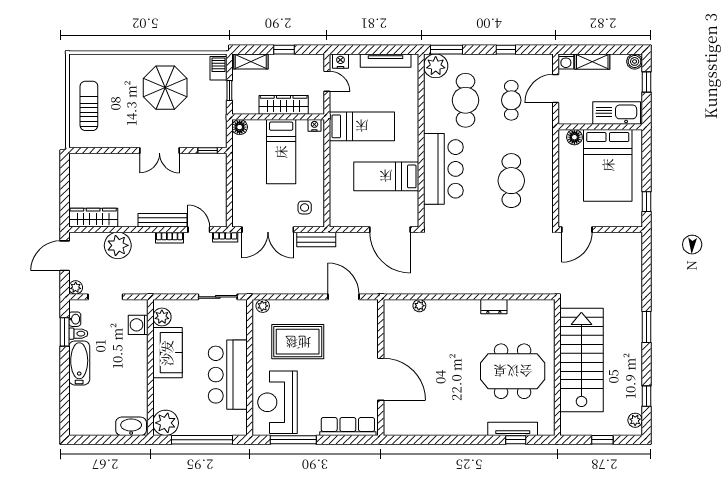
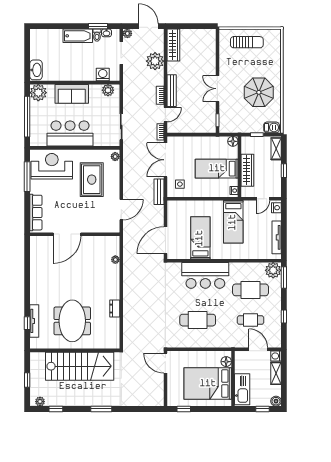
sofa: (167, 353) -> (72, 94), moved

